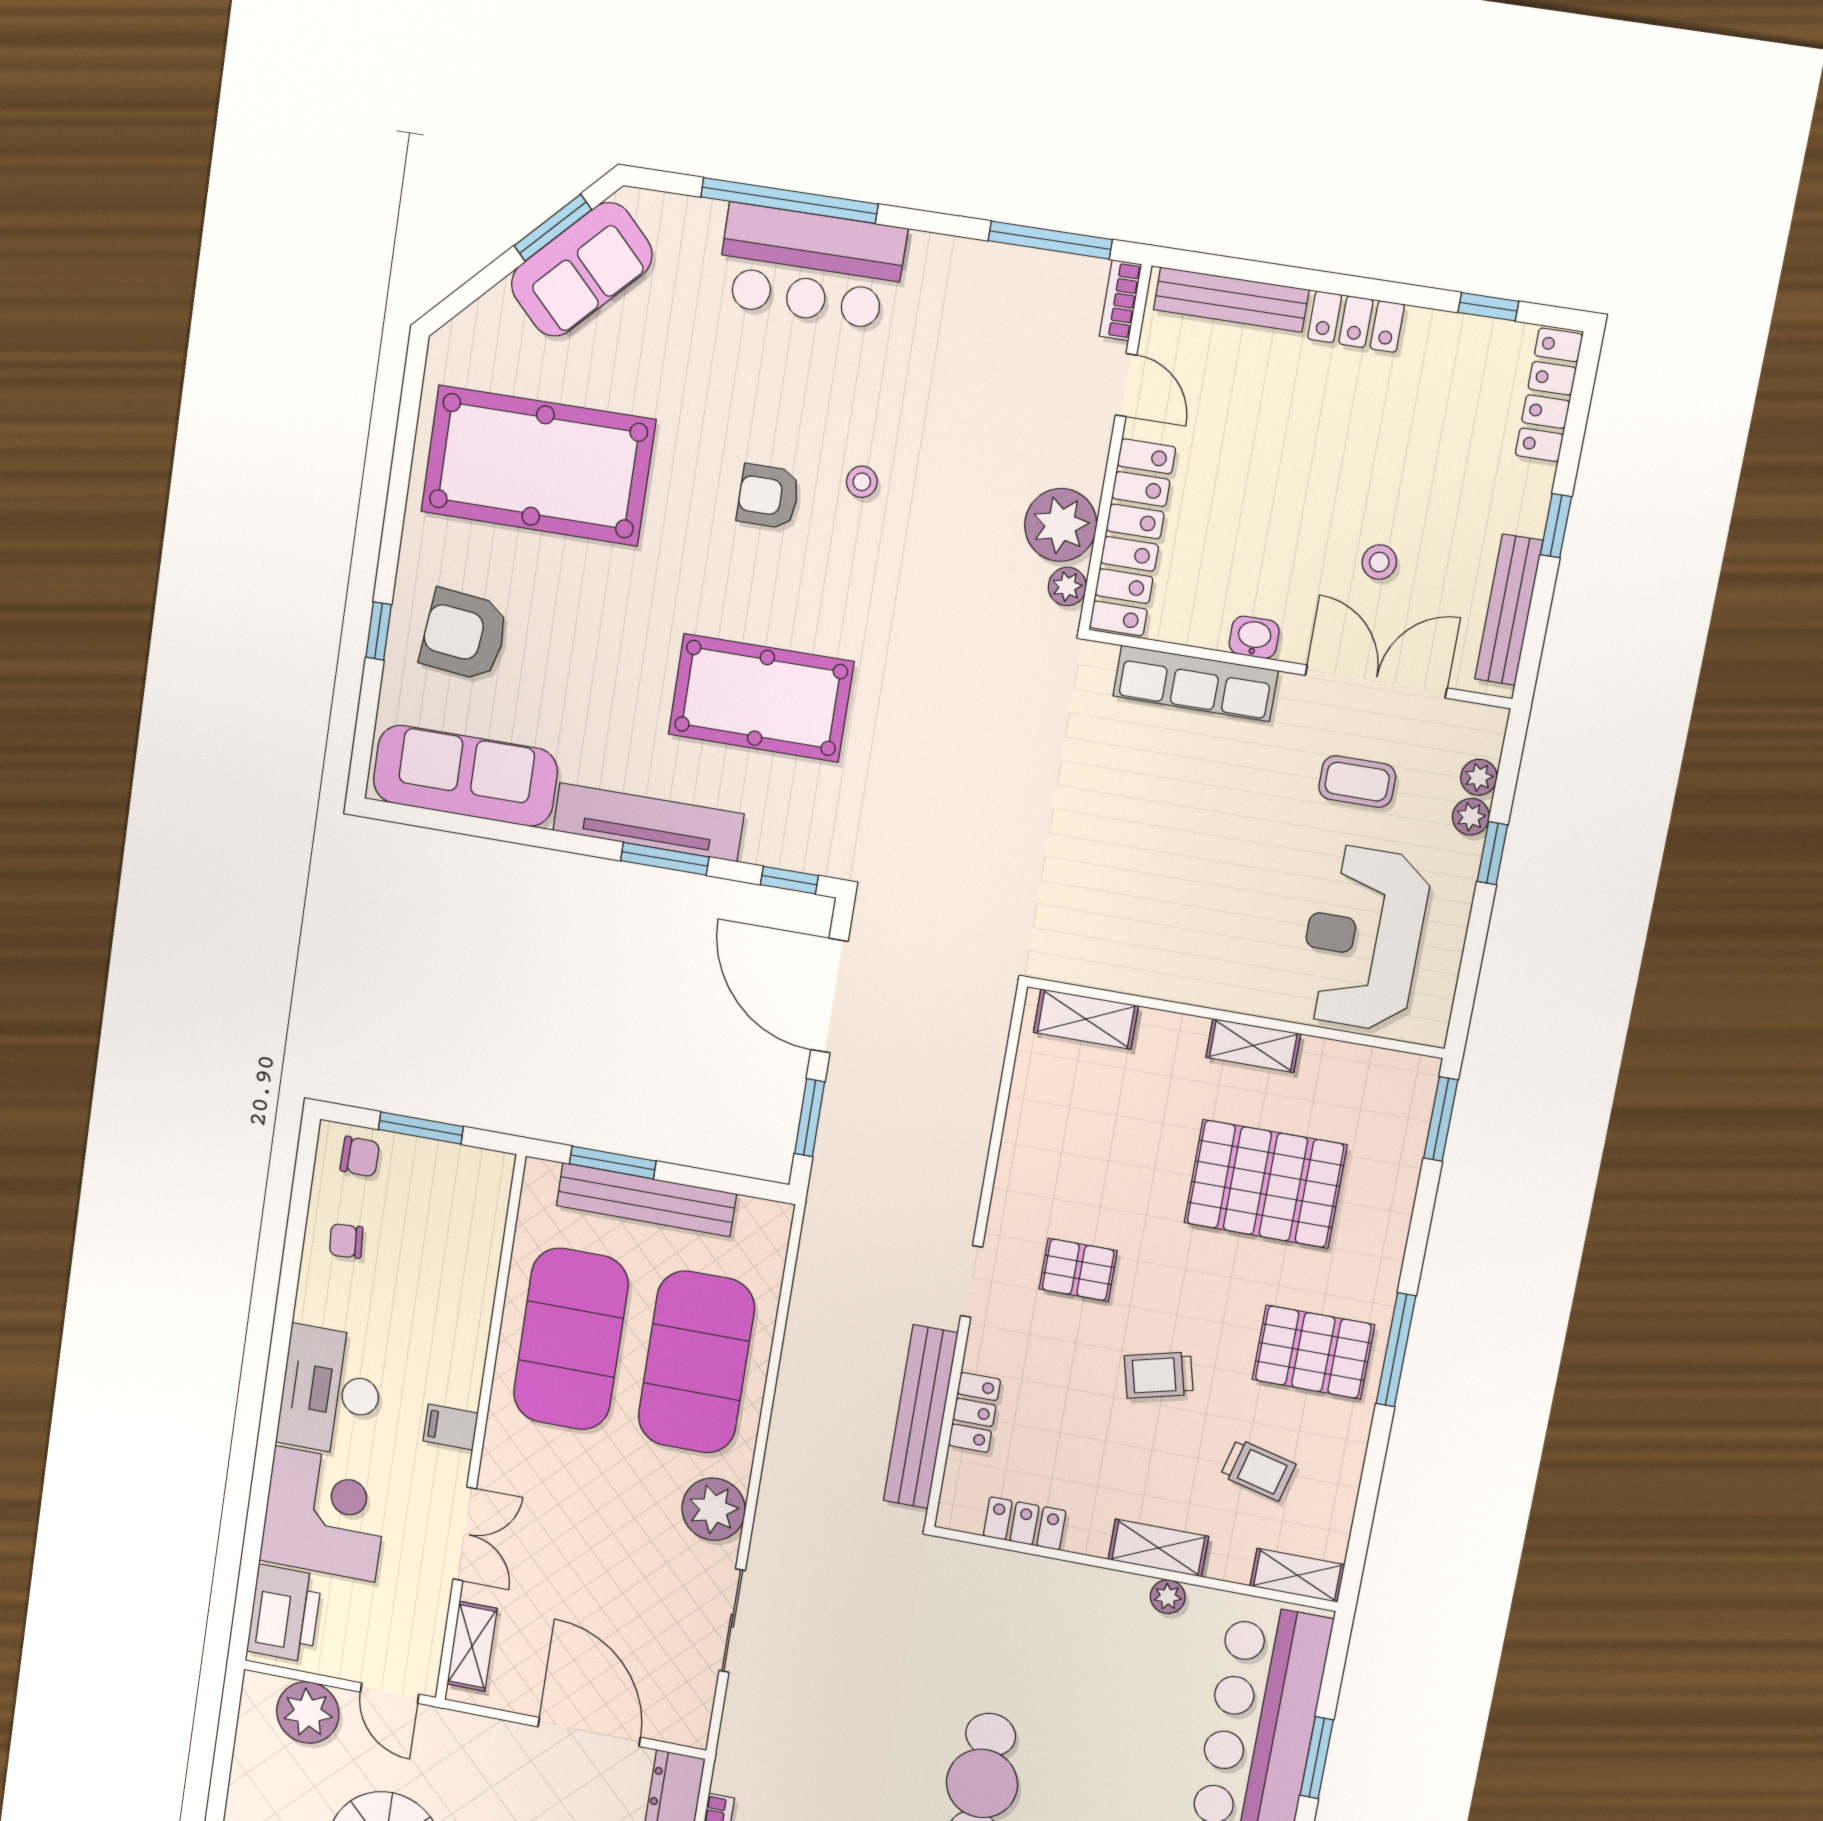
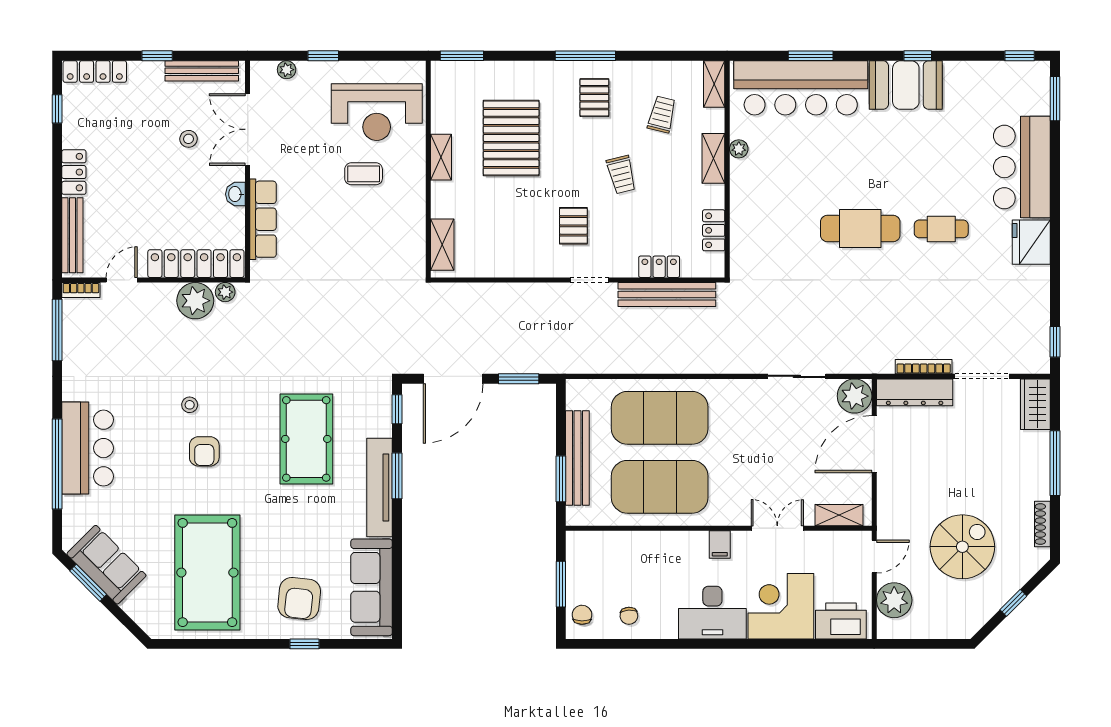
coffee table: (1357, 782) -> (364, 174), moved, turned 90
plant: (1471, 817) -> (307, 70), removed
pallet: (1313, 1352) -> (594, 98), width x0.67, depth x0.71
plant: (714, 1509) -> (855, 396), moved

